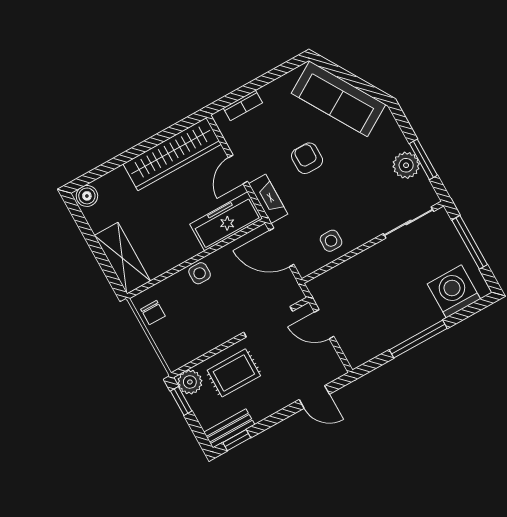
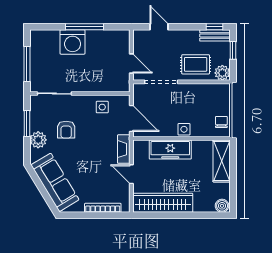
bookcase: (243, 105) -> (103, 208), width x1.56
armchair: (307, 158) -> (66, 130), moved
plant: (406, 165) -> (38, 140), moved
door: (238, 170) -> (131, 174), swing flipped
freezer: (226, 221) -> (170, 150), moved
washing machine: (454, 291) -> (73, 42), moved
window: (181, 401) -> (233, 50), moved

